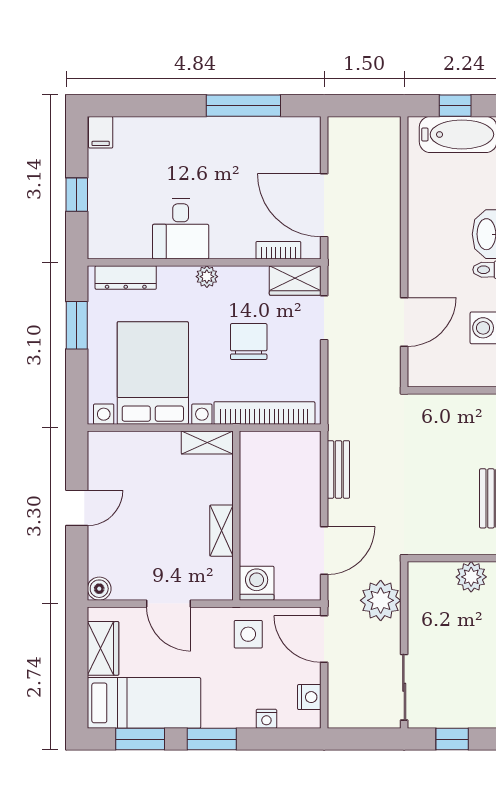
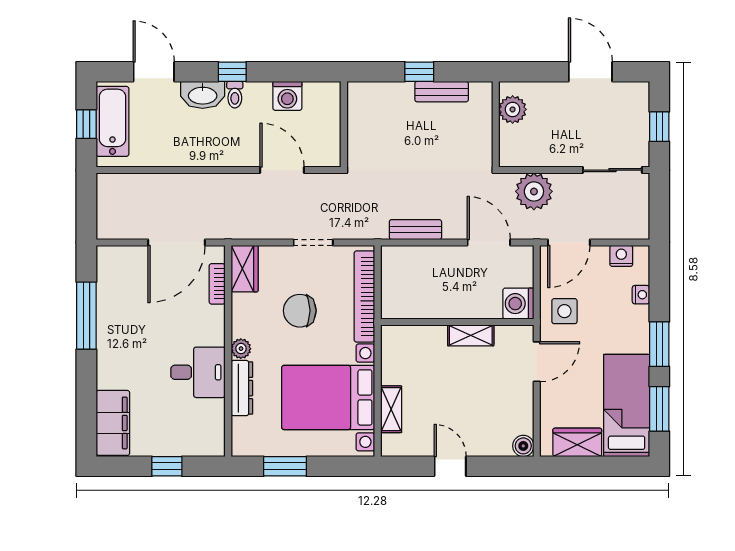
filing cabinet: (101, 132) -> (113, 423), width x3.00, depth x1.17
dresser: (126, 277) -> (242, 388), moved
doorway: (324, 318) -> (313, 242), moved
shelving: (207, 442) -> (391, 409), moved
door: (169, 604) -> (537, 362), moved

